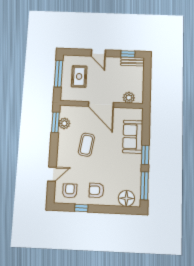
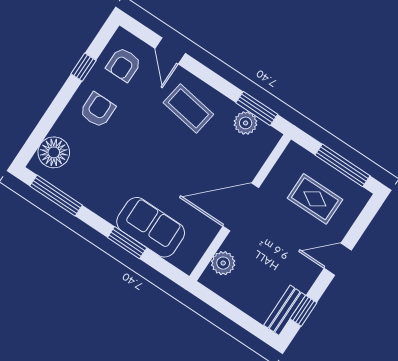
coffee table: (86, 145) -> (188, 108), moved
window: (145, 155) -> (127, 243), moved
armchair: (70, 191) -> (124, 65), turned 90

